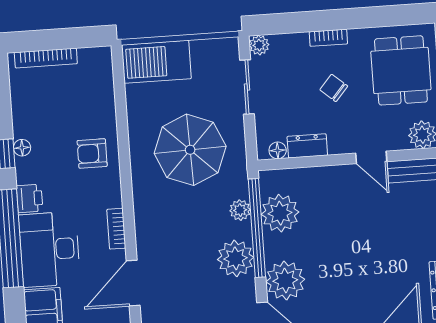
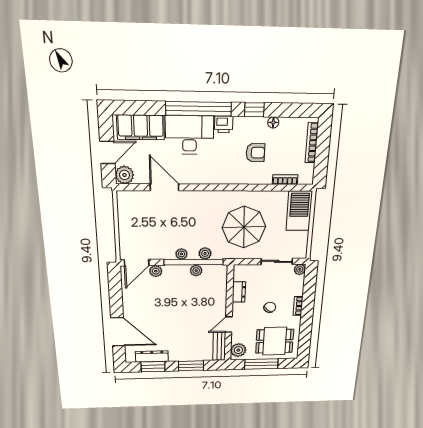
floor lamp: (22, 148) -> (273, 122), moved
floor lamp: (278, 150) -> (238, 276), removed
armchair: (92, 153) -> (255, 153), moved, turned 90
plant: (280, 213) -> (196, 271), width x0.53, depth x0.53
bookcase: (116, 229) -> (285, 180), moved
plant: (236, 258) -> (181, 254), width x0.53, depth x0.53
plant: (285, 281) -> (156, 271), width x0.53, depth x0.53

